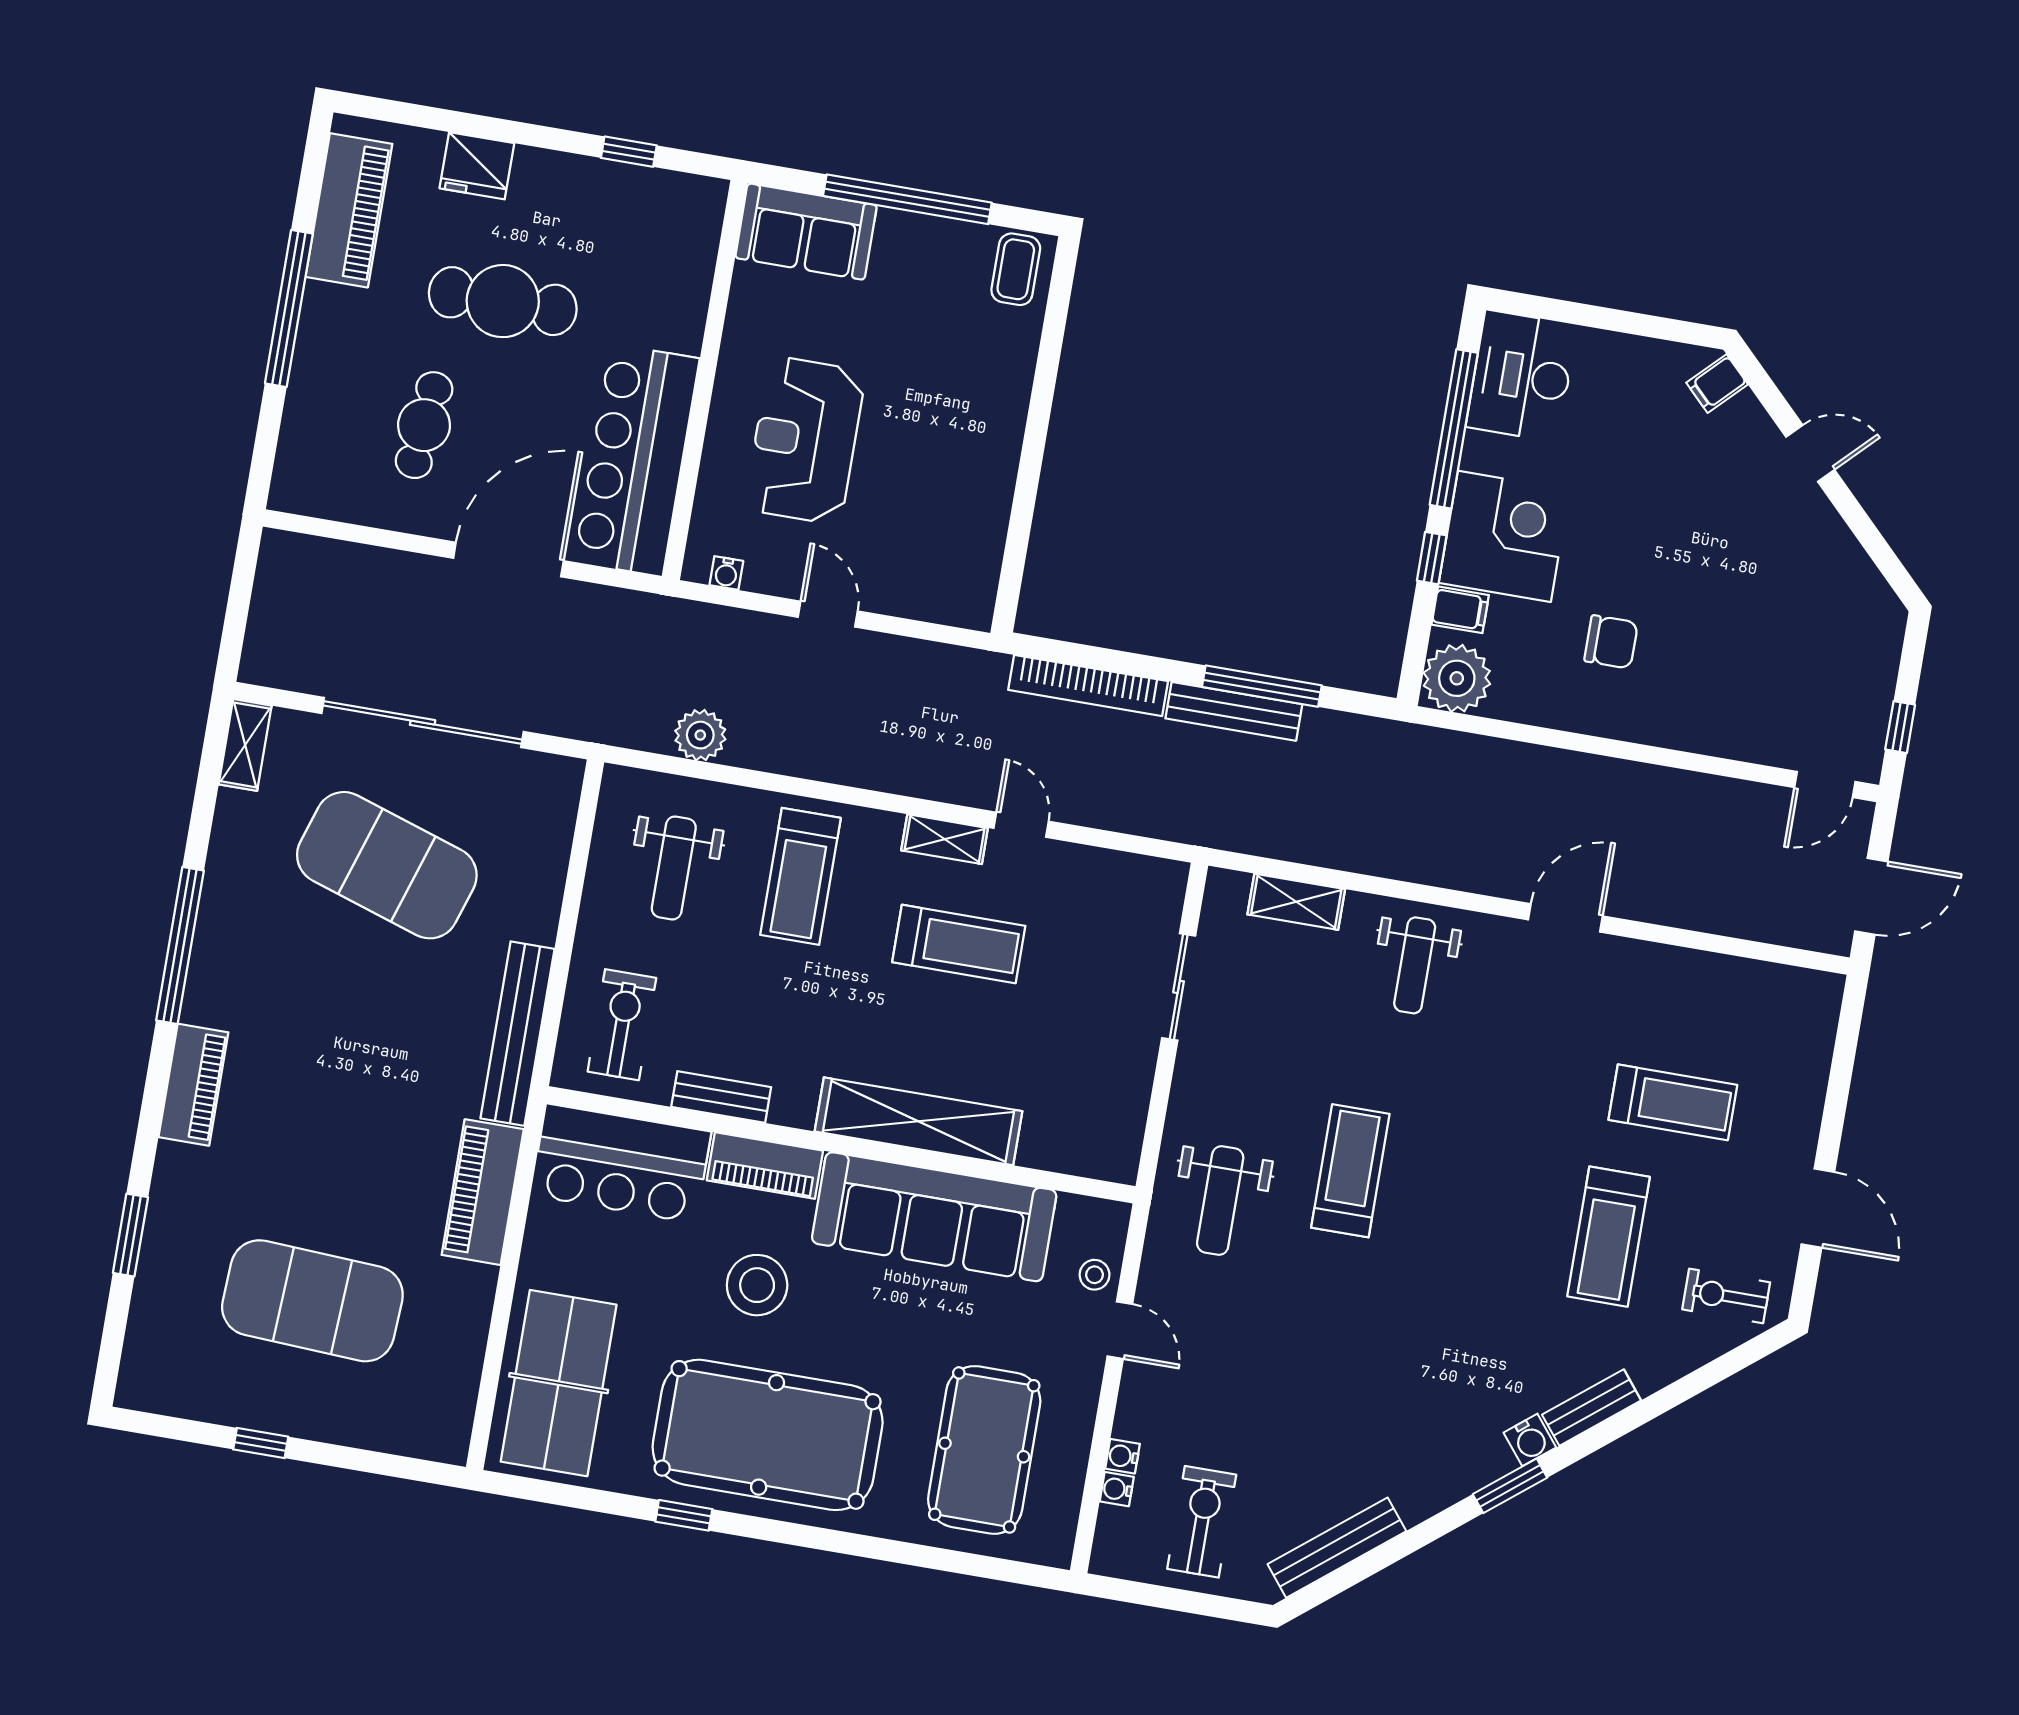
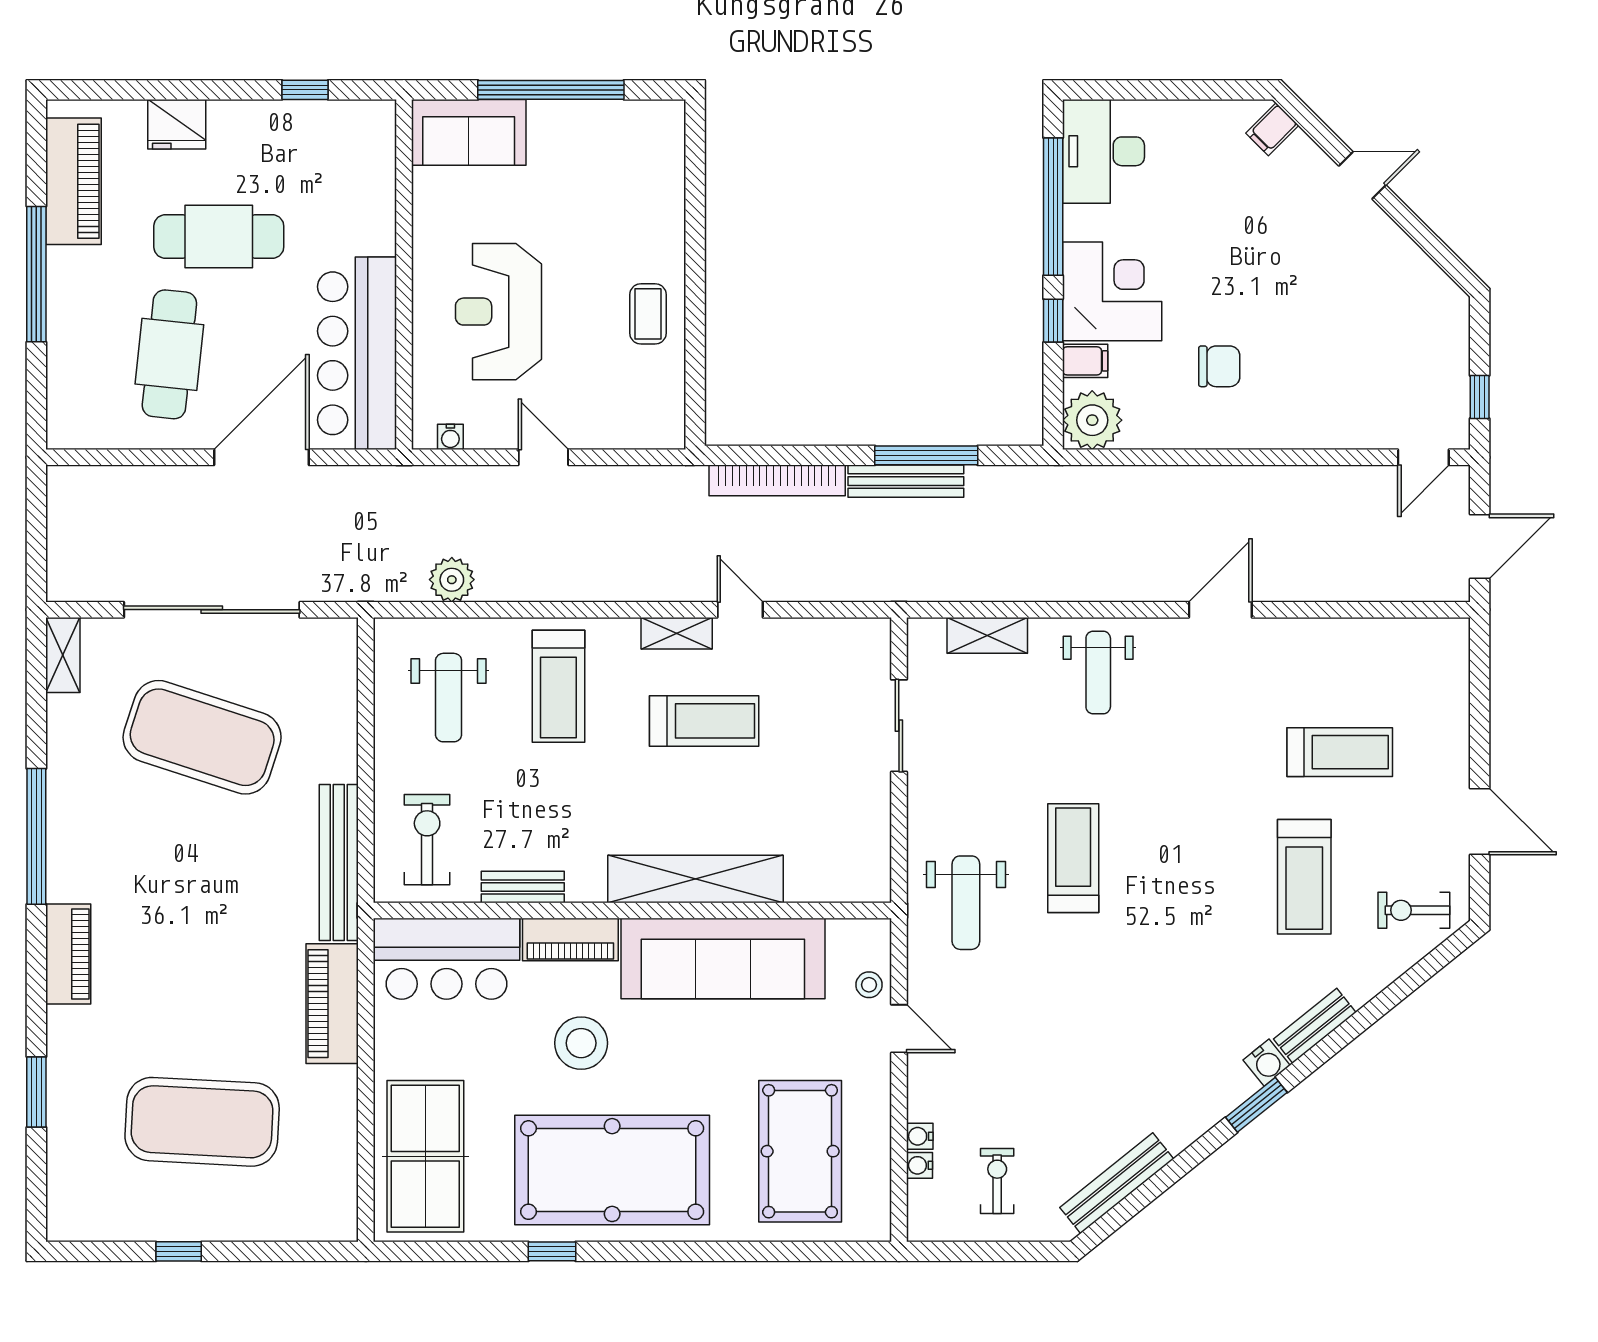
coffee table: (1016, 269) -> (648, 314), moved
cafe table: (424, 425) -> (169, 354), width x1.37, depth x1.35
exercise bike: (1202, 1522) -> (997, 1181), width x0.73, depth x0.72

